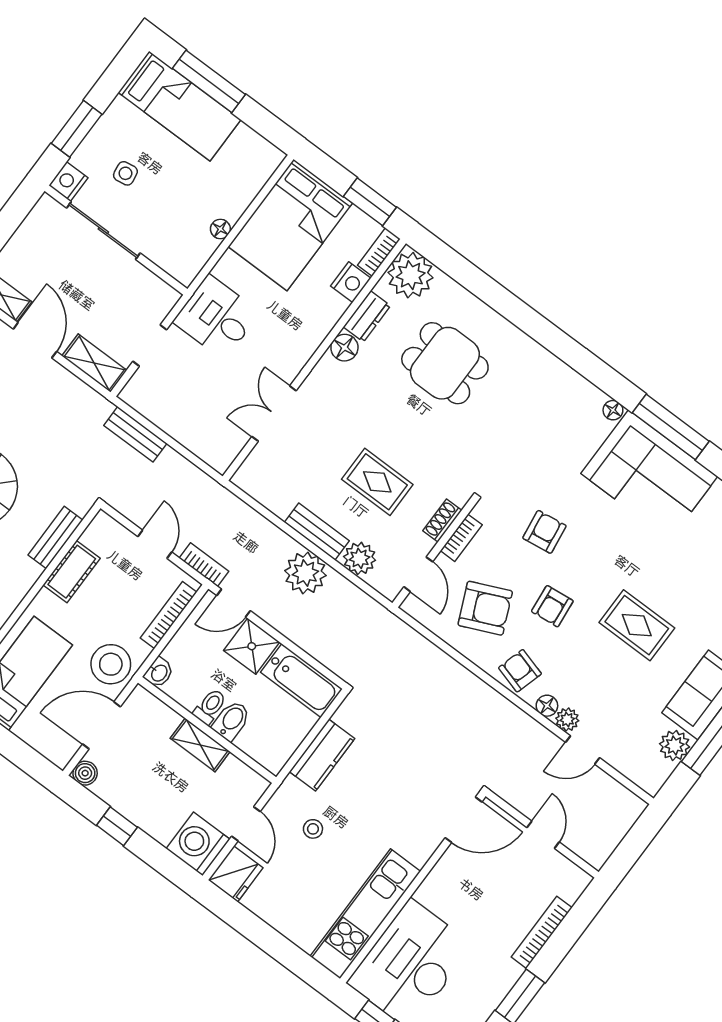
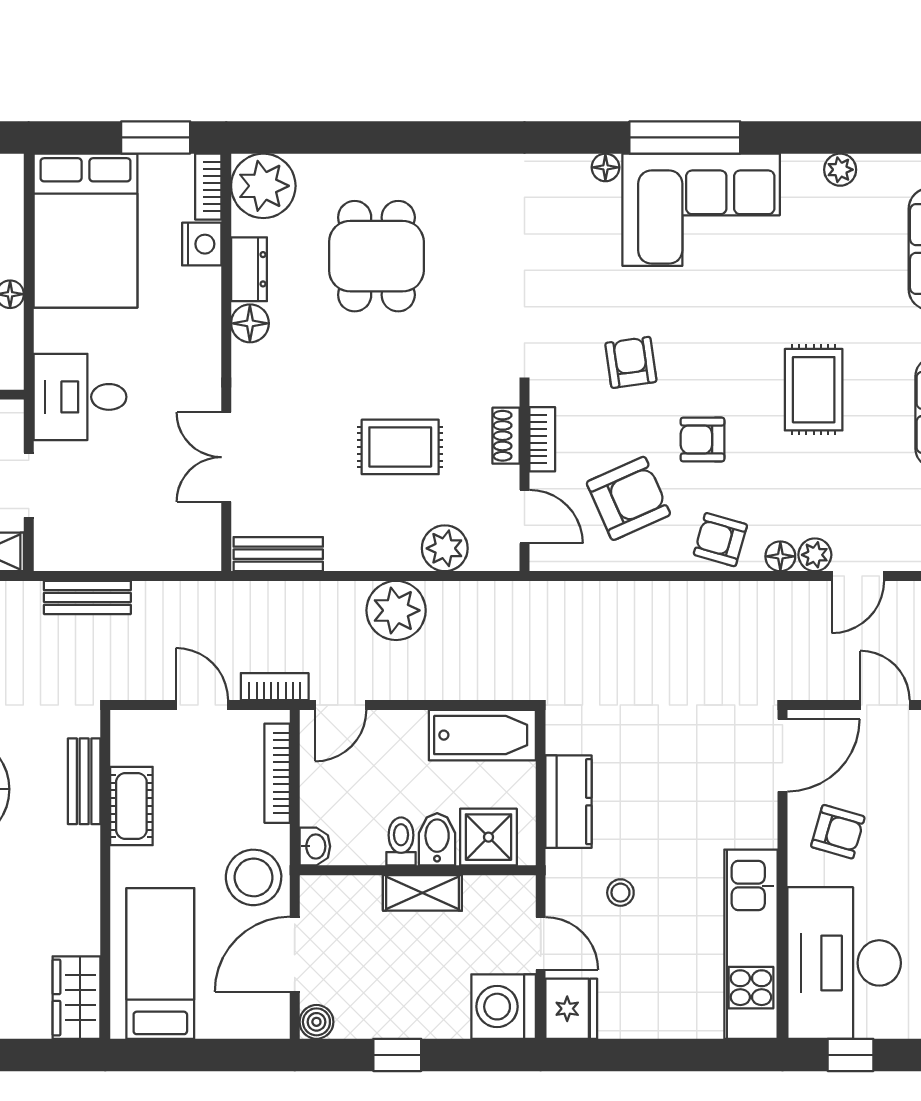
dining table: (445, 363) -> (376, 256), turned 90
bench: (317, 532) -> (278, 554), moved
armchair: (552, 606) -> (702, 439), turned 96
rug: (637, 625) -> (814, 390), turned 90
shower: (252, 646) -> (488, 837), moved
armchair: (462, 887) -> (838, 832), added

